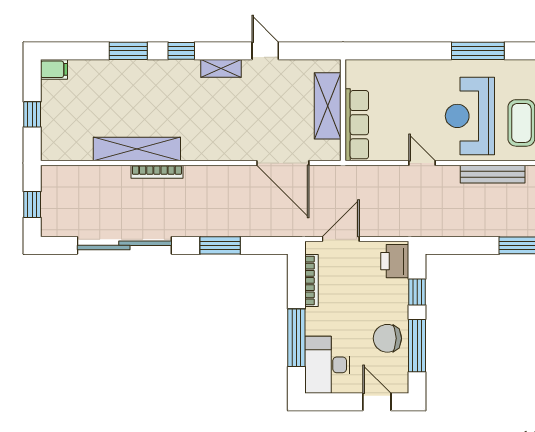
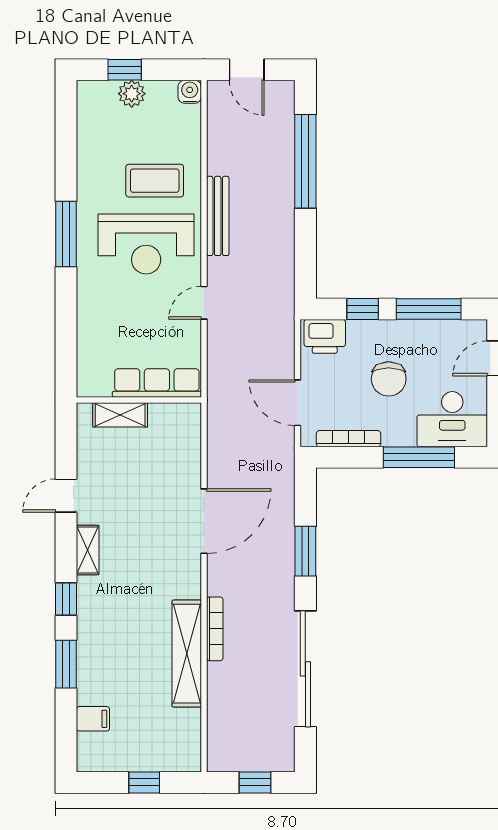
filing cabinet: (54, 69) -> (93, 719), moved, turned 90
shelving: (328, 106) -> (120, 415), width x0.67, depth x0.75
door: (283, 163) -> (204, 521), moved
chair: (387, 338) -> (389, 379), moved

